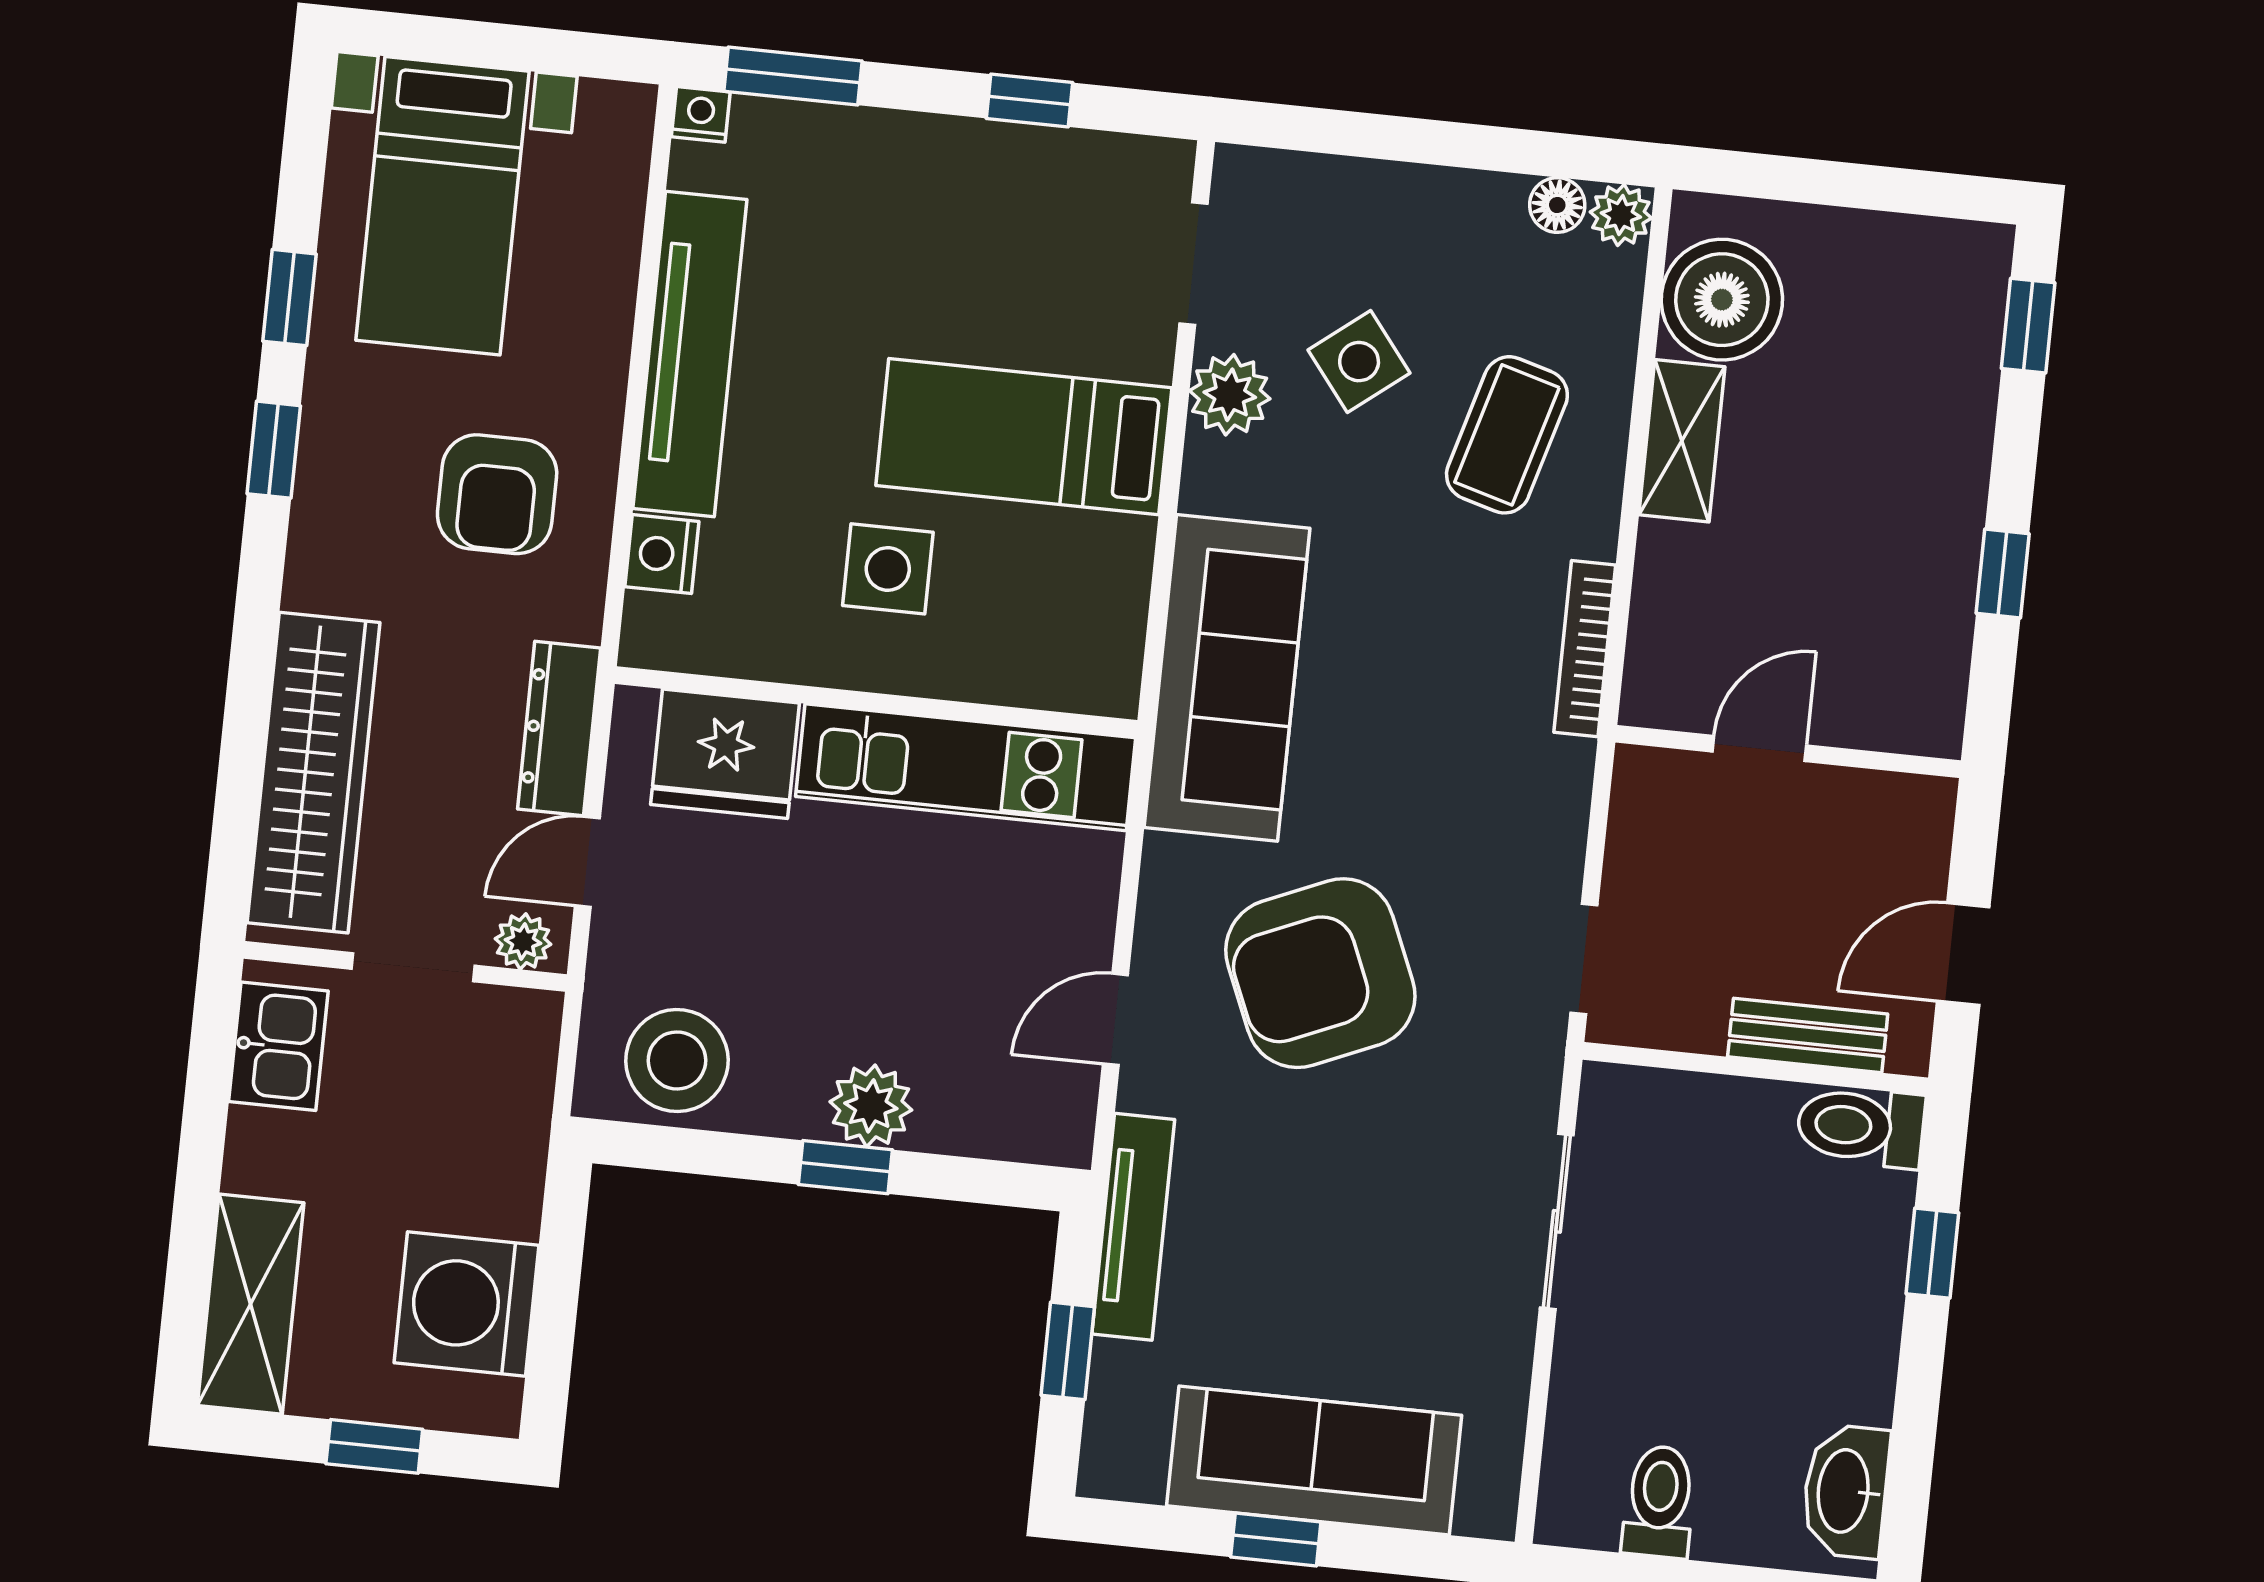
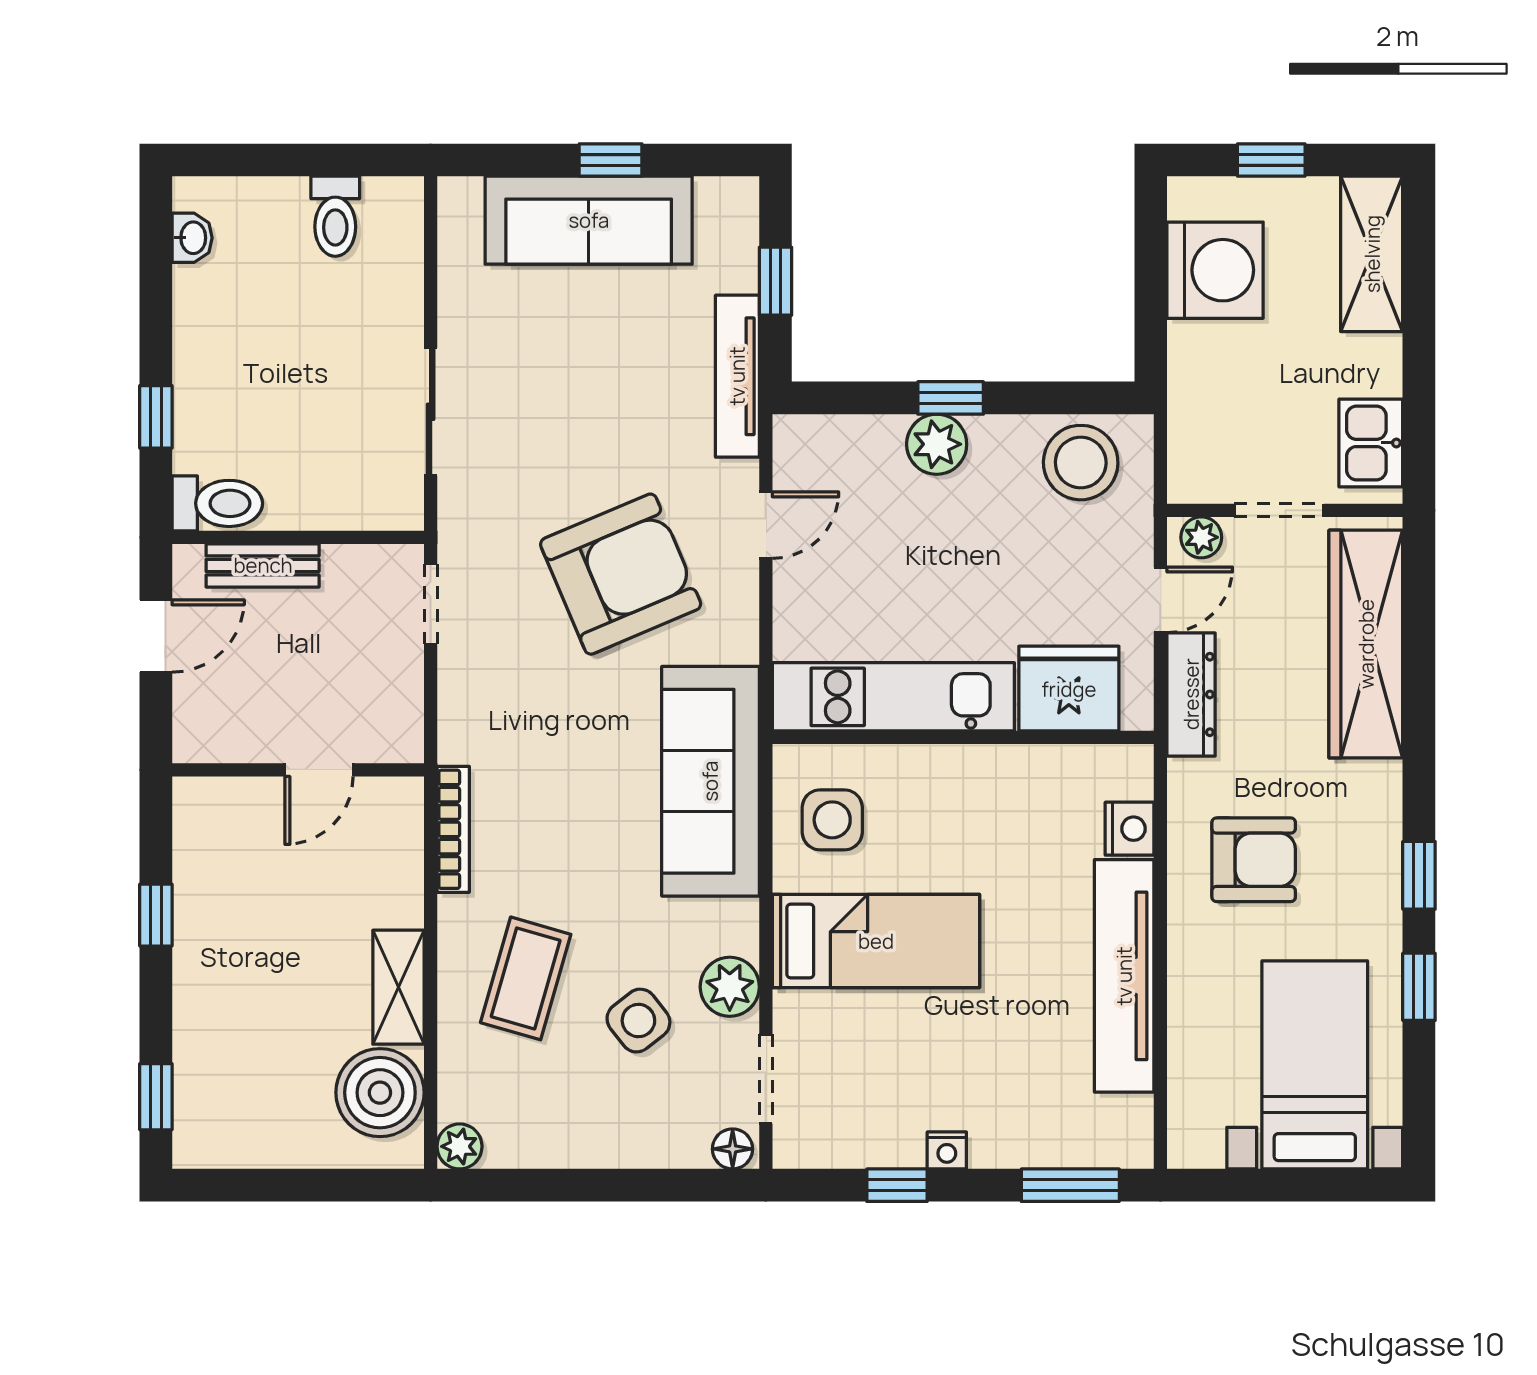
nightstand: (701, 114) -> (947, 1150), moved
floor lamp: (1557, 205) -> (733, 1149), moved
armchair: (497, 494) -> (1254, 860), turned 90
side table: (888, 569) -> (832, 820), moved
washbasin: (1845, 1491) -> (192, 238), width x0.52, depth x0.69

